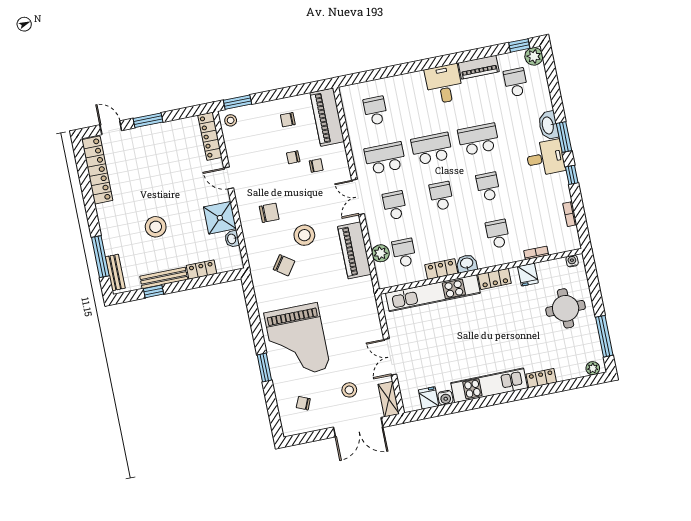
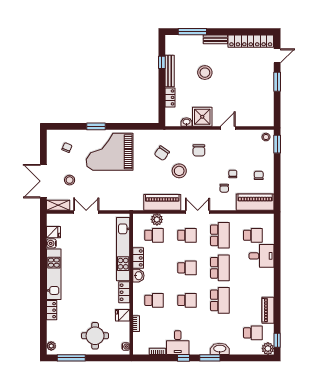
desk: (444, 84) -> (262, 256), moved
locker: (210, 136) -> (258, 121), removed
desk: (545, 158) -> (178, 343), moved
bench: (115, 272) -> (215, 39), moved

